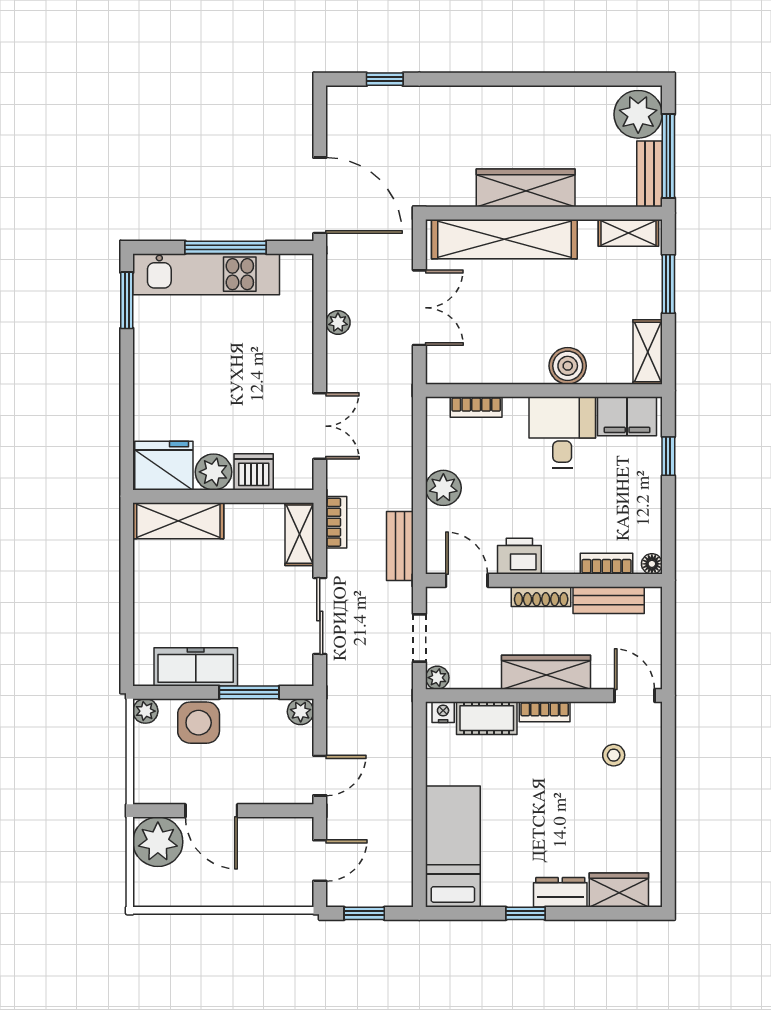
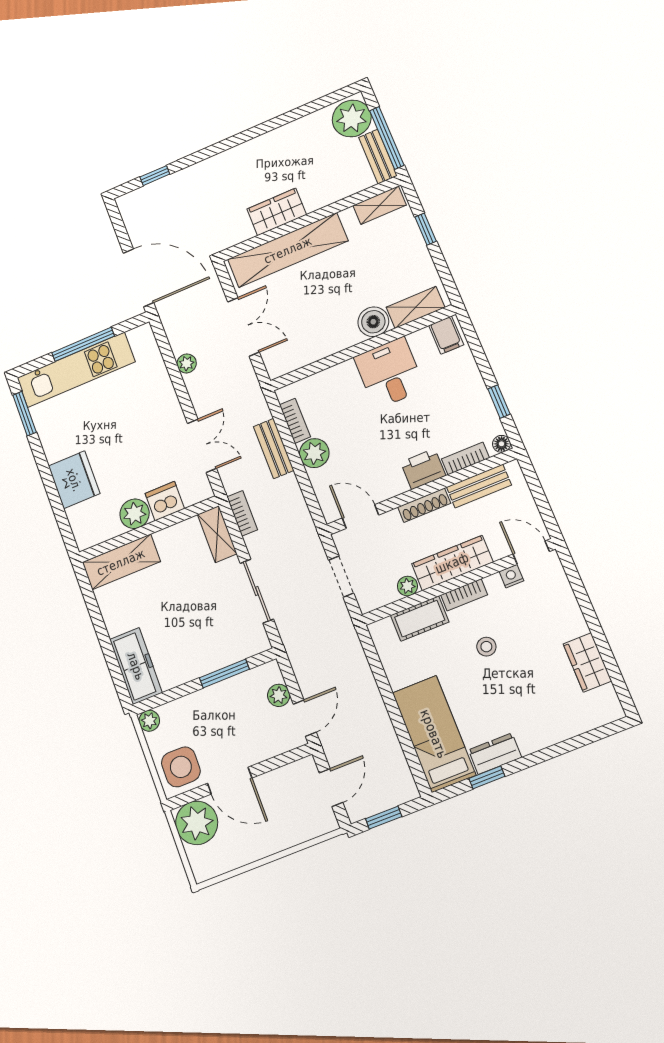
wardrobe: (526, 188) -> (277, 212), width x0.67
window: (668, 284) -> (426, 229), width x0.67
shelving: (648, 352) -> (416, 307), moved, turned 90
bookcase: (476, 407) -> (295, 421), moved, turned -90
filing cabinet: (627, 416) -> (446, 335), width x0.50
window: (668, 456) -> (499, 402), moved
fridge: (164, 466) -> (74, 480), moved, turned 90
bench: (400, 546) -> (274, 448), moved
printer: (519, 556) -> (423, 469), moved
freezer: (196, 667) -> (136, 666), moved, turned 90
plant: (437, 678) -> (407, 586), moved
plant: (301, 712) -> (279, 695), moved
nightstand: (443, 712) -> (511, 576), moved
side table: (199, 723) -> (181, 767), moved
stool: (614, 755) -> (486, 647), moved
wardrobe: (619, 890) -> (587, 662), moved, turned -90
dresser: (560, 892) -> (495, 754), moved
window: (525, 913) -> (487, 777), moved

